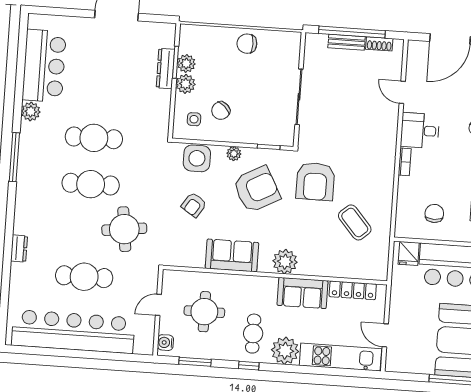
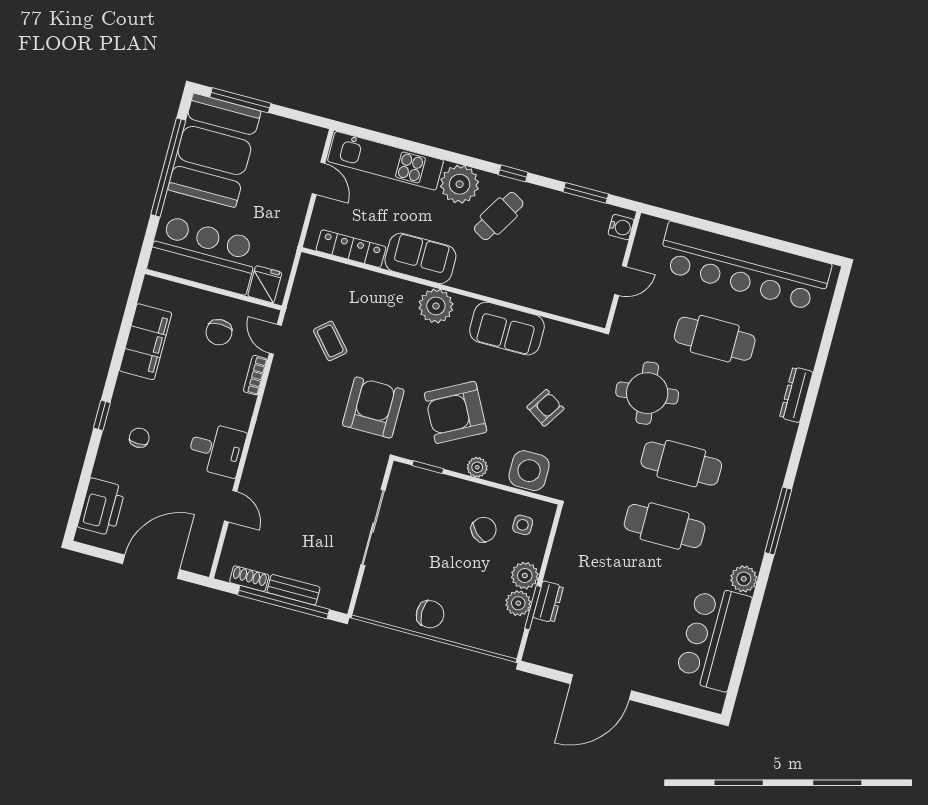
dresser: (165, 69) -> (548, 602), width x0.70
bookcase: (405, 162) -> (255, 375), moved
door: (394, 216) -> (275, 339), added
coffee table: (355, 222) -> (330, 341), width x0.73, depth x0.77
dresser: (19, 248) -> (796, 395), width x1.44
round table: (204, 312) -> (560, 259), removed
cafe table: (253, 334) -> (499, 216), turned 31

